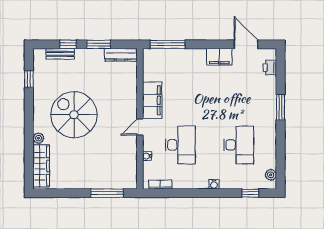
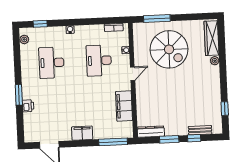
filing cabinet: (219, 57) -> (82, 133), moved
printer: (270, 67) -> (28, 106), moved
filing cabinet: (152, 100) -> (124, 106), moved
spiral stairs: (74, 115) -> (169, 49), moved

